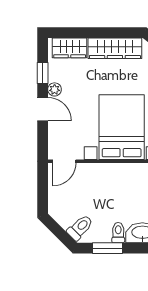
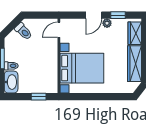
door: (64, 161) -> (59, 30), hinge flipped
toilet: (80, 228) -> (23, 31), moved

